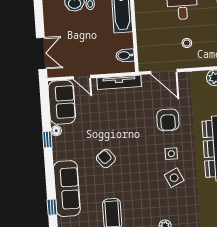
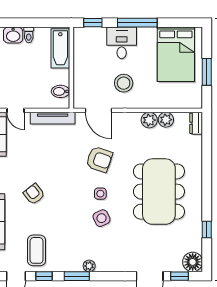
stool: (187, 43) -> (124, 83), width x1.89, depth x1.89
armchair: (168, 120) -> (99, 159), turned -71

